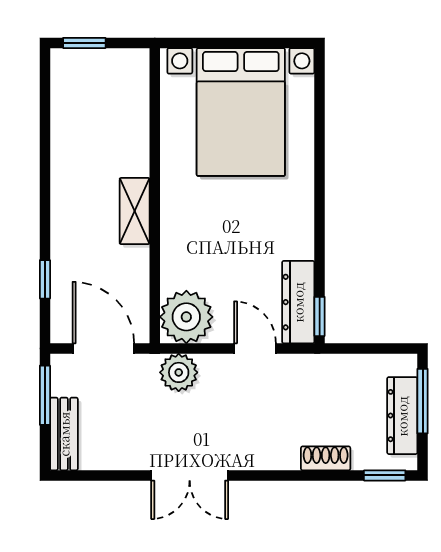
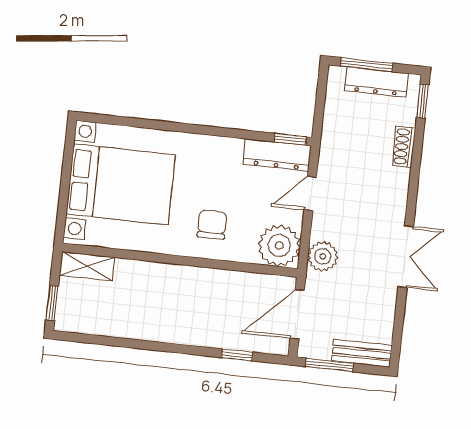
shelving: (135, 211) -> (87, 266), moved
chair: (203, 231) -> (212, 225), added

